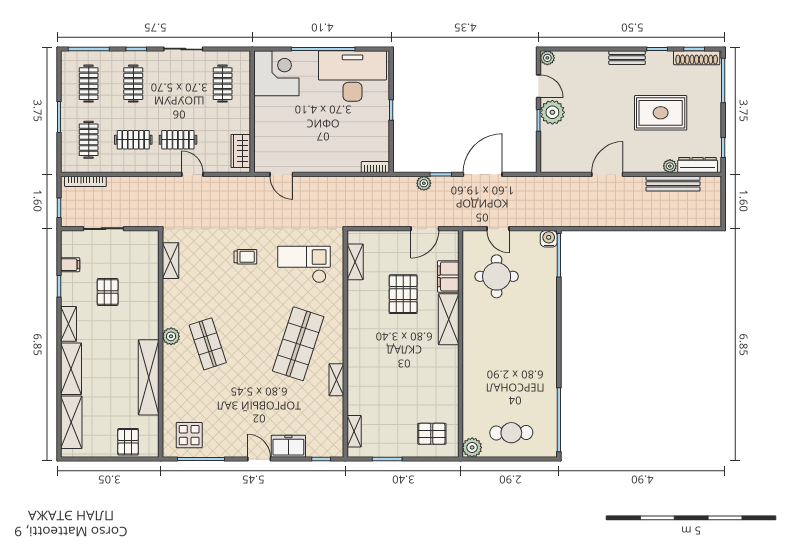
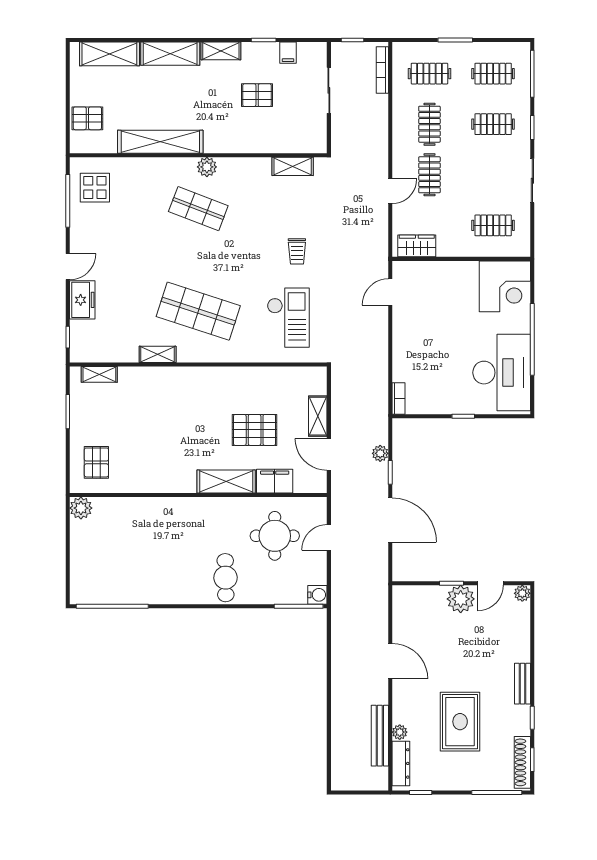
shelving: (355, 262) -> (318, 416), moved, turned 90
shop shelf: (208, 344) -> (198, 209), turned 39
cafe table: (511, 433) -> (226, 578), moved

